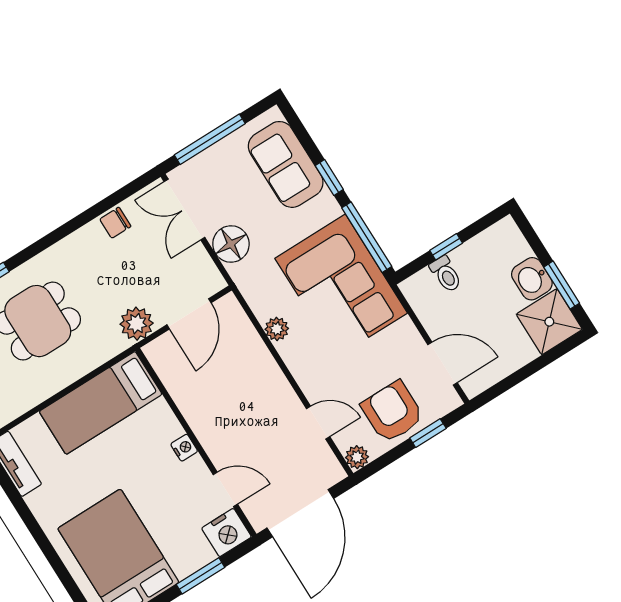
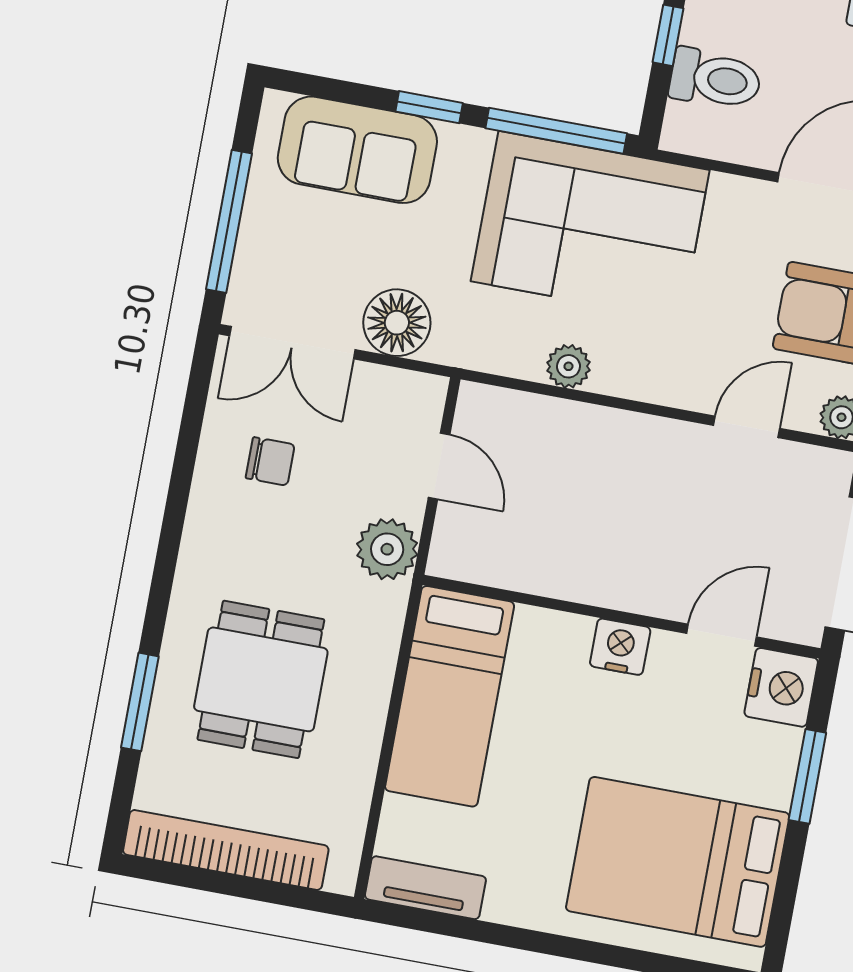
chair: (115, 223) -> (270, 461), moved, turned -90
toilet: (446, 274) -> (715, 79), width x1.37, depth x1.39
door: (189, 314) -> (439, 466), width x0.73
nightstand: (184, 448) -> (620, 647), width x1.39, depth x1.35

